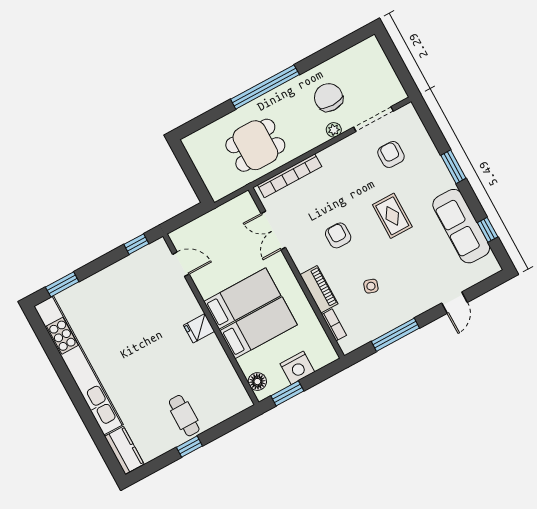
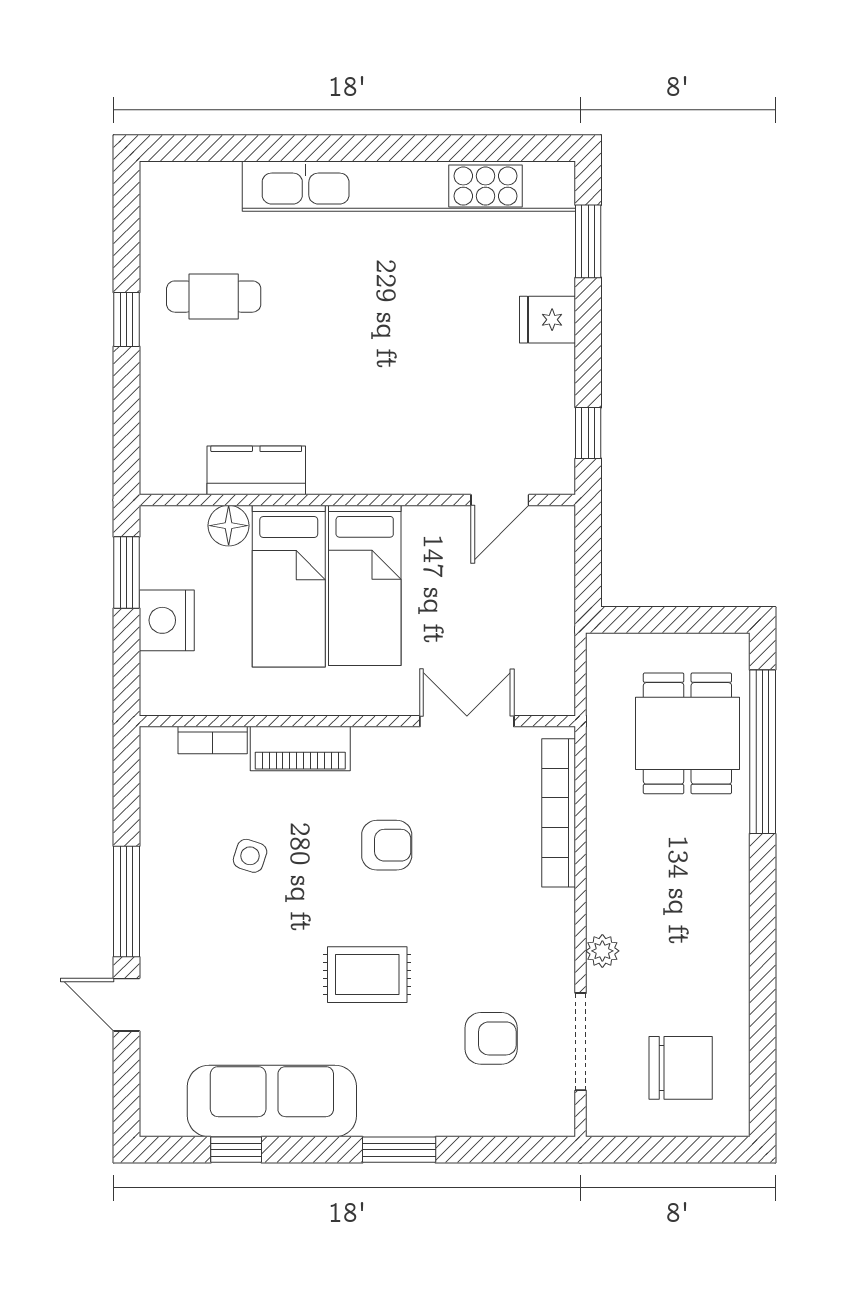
window: (265, 87) -> (763, 752), moved
chair: (329, 97) -> (681, 1068), moved
dining table: (255, 145) -> (687, 733), moved
fridge: (199, 328) -> (548, 320), moved, turned -90
window: (395, 335) -> (127, 901), moved
floor lamp: (257, 382) -> (229, 526), moved
cafe table: (184, 416) -> (214, 297), moved
kitchen counter: (124, 450) -> (256, 470), moved, turned 180

